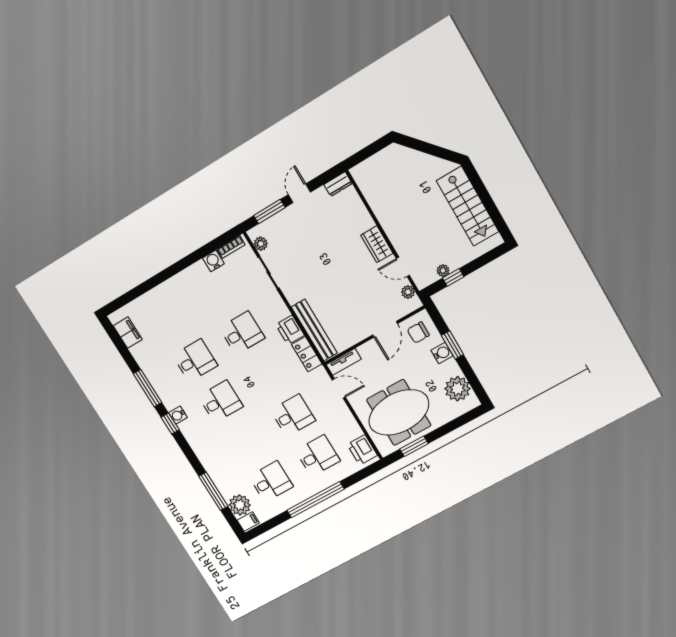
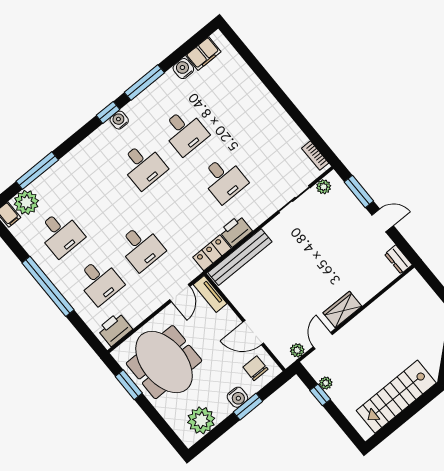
water cooler: (213, 261) -> (183, 69), moved, turned -90

